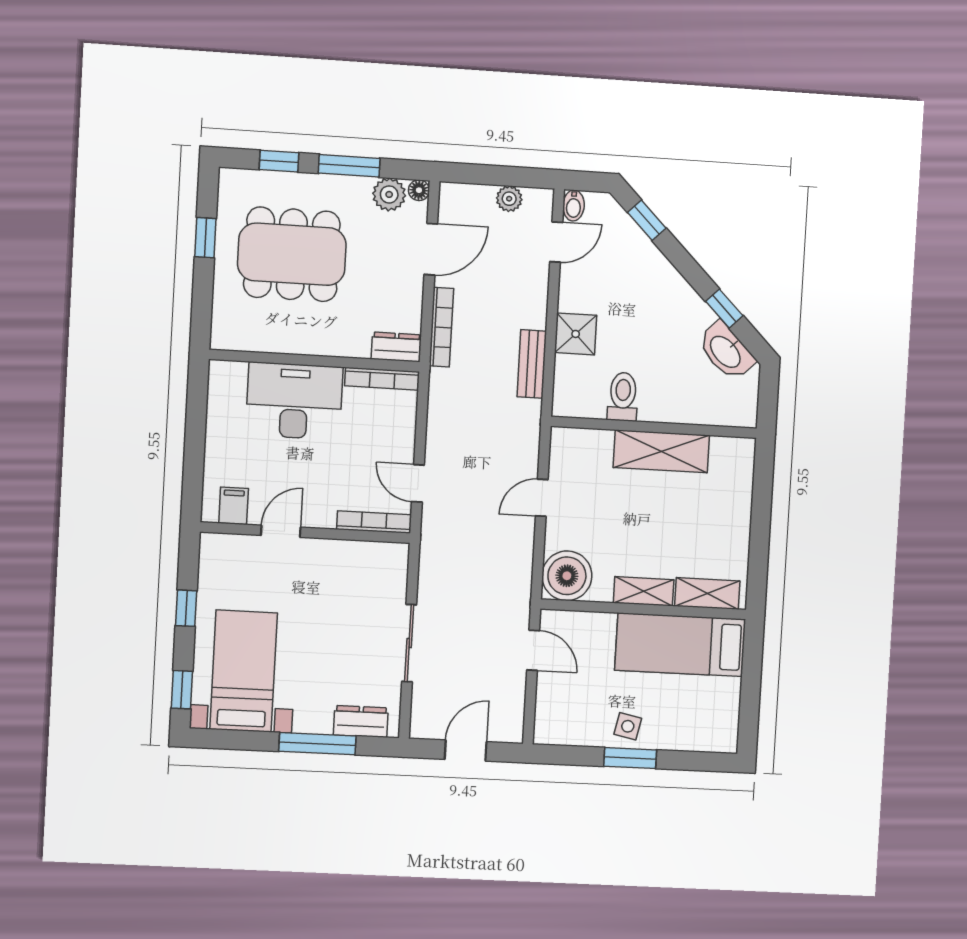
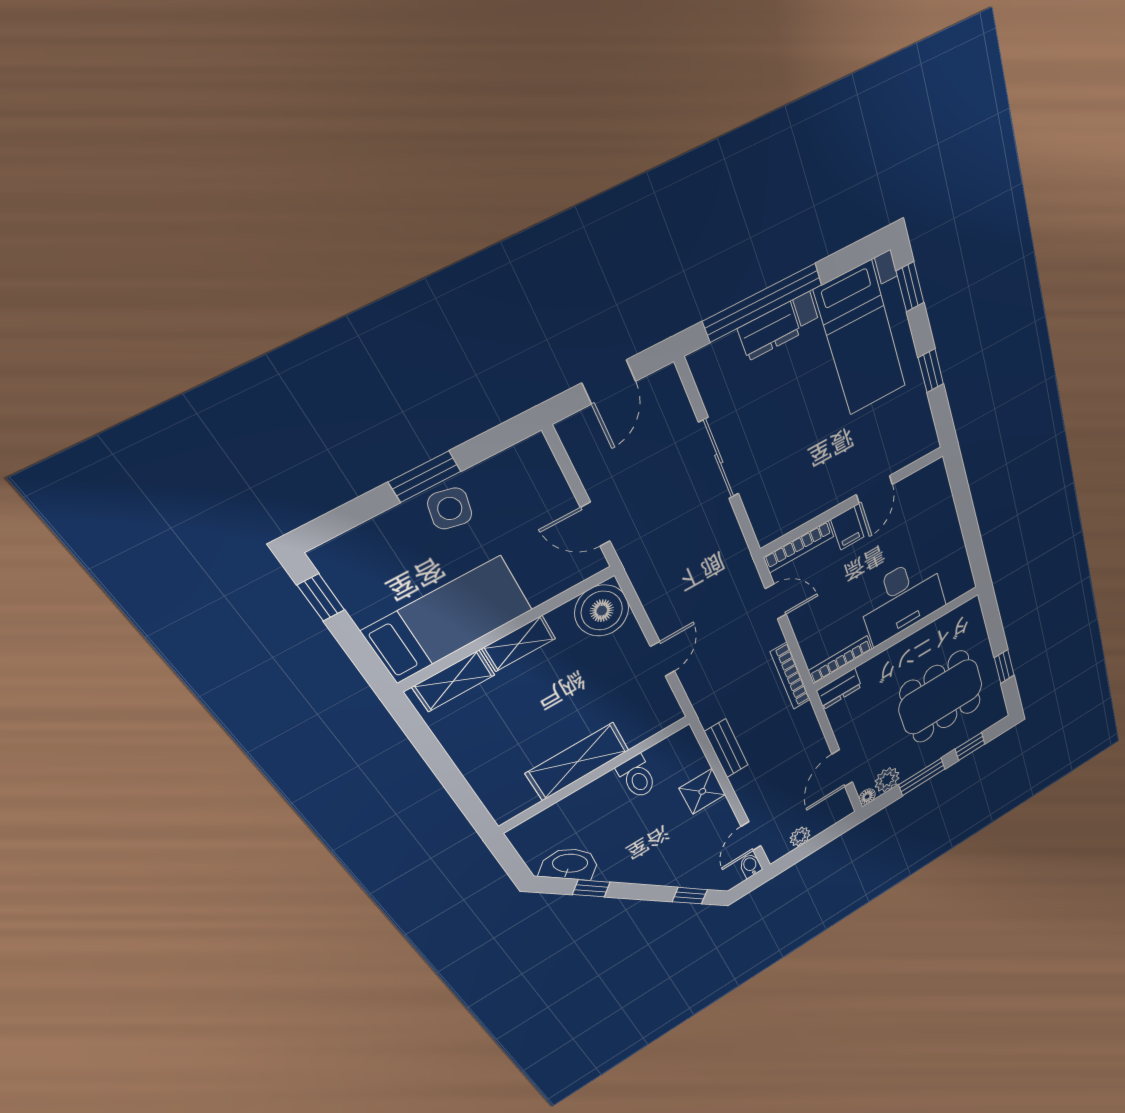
bookcase: (441, 327) -> (791, 676), moved
filing cabinet: (234, 506) -> (847, 528), moved
window: (749, 717) -> (321, 598), added
dresser: (361, 721) -> (769, 331), moved
side table: (628, 726) -> (450, 509), width x1.37, depth x1.37
window: (317, 744) -> (763, 303), width x1.46

